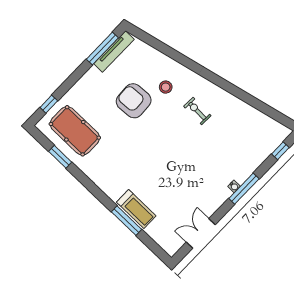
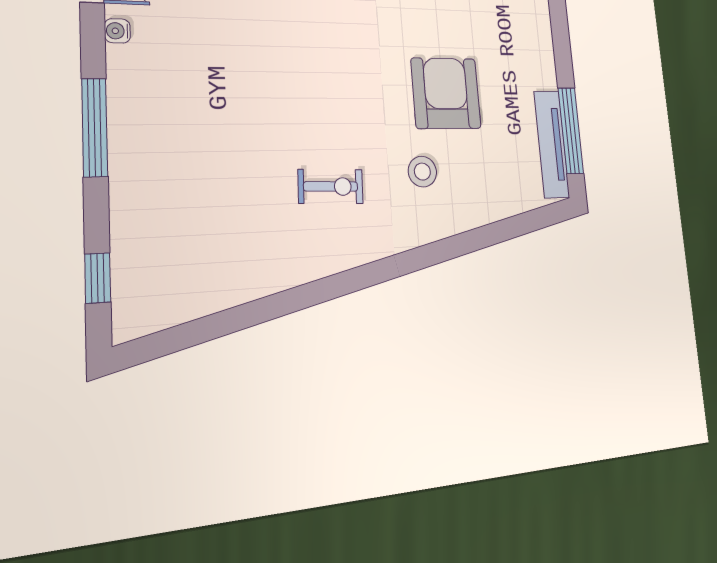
armchair: (134, 101) -> (446, 93), turned -87
water cooler: (234, 186) -> (117, 31), moved

